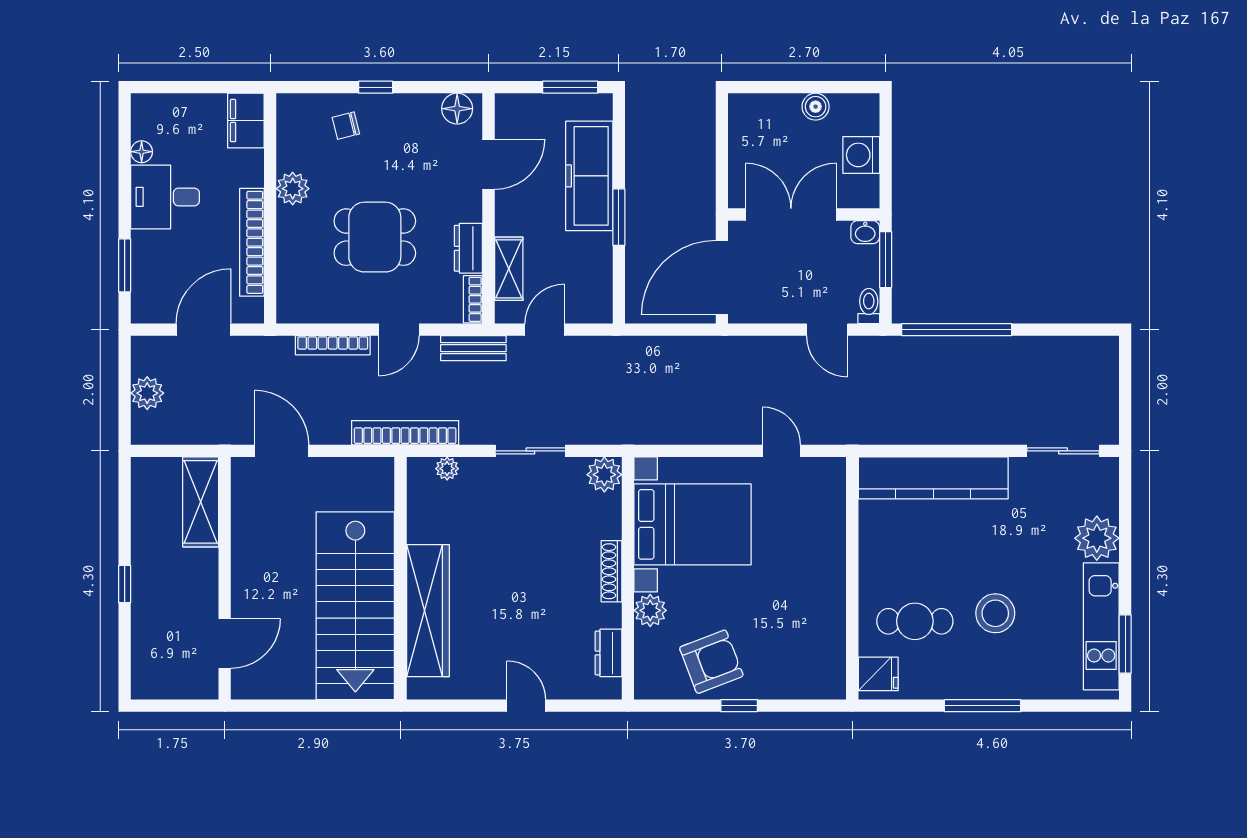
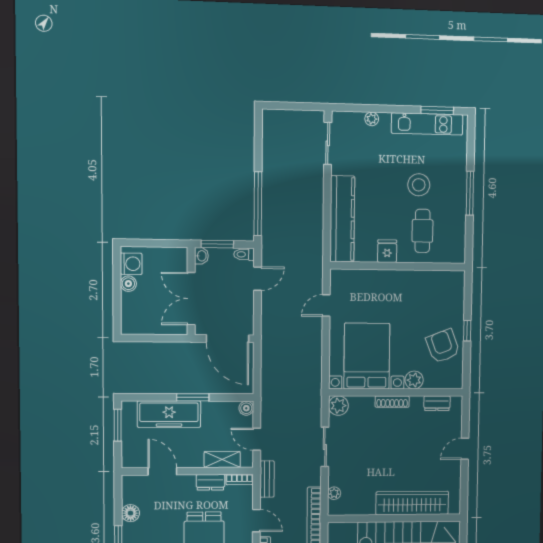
floor lamp: (457, 109) -> (130, 513), moved
washing machine: (861, 155) -> (131, 264), moved, turned -90
boiler: (600, 311) -> (246, 408), added
plant: (1097, 538) -> (372, 119), width x0.53, depth x0.53
fridge: (878, 674) -> (387, 251), moved

